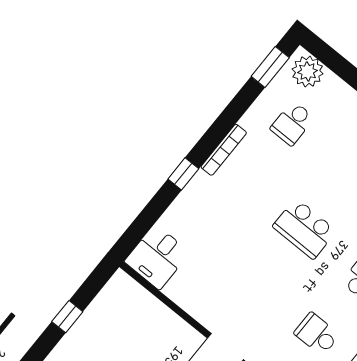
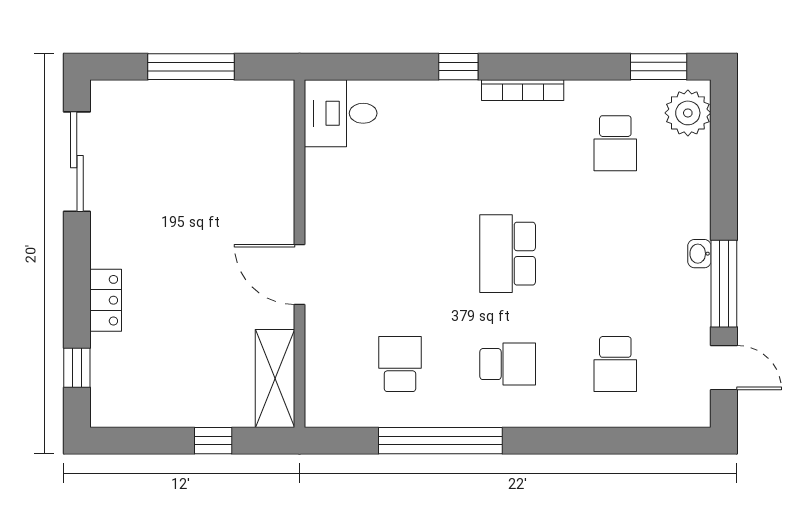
school desk: (292, 123) -> (615, 143), turned -90
window: (67, 317) -> (191, 67), width x2.17

